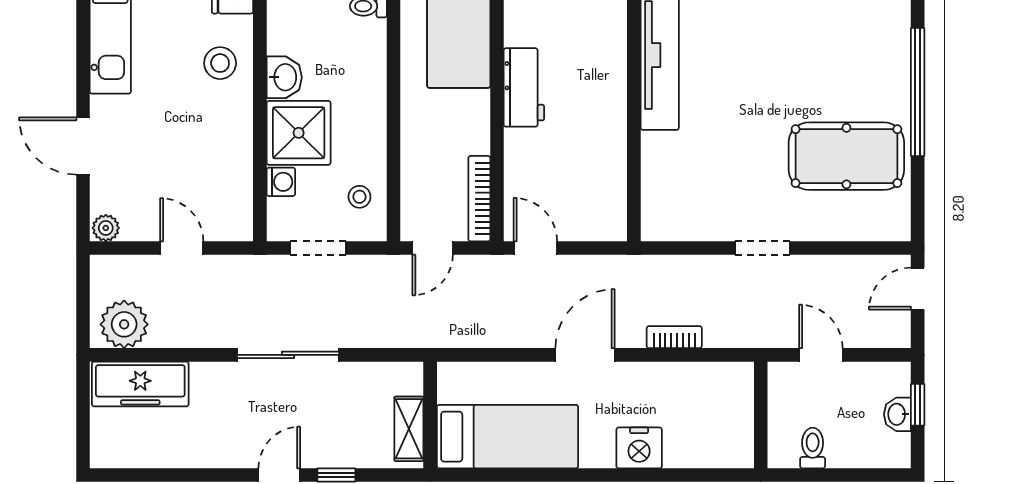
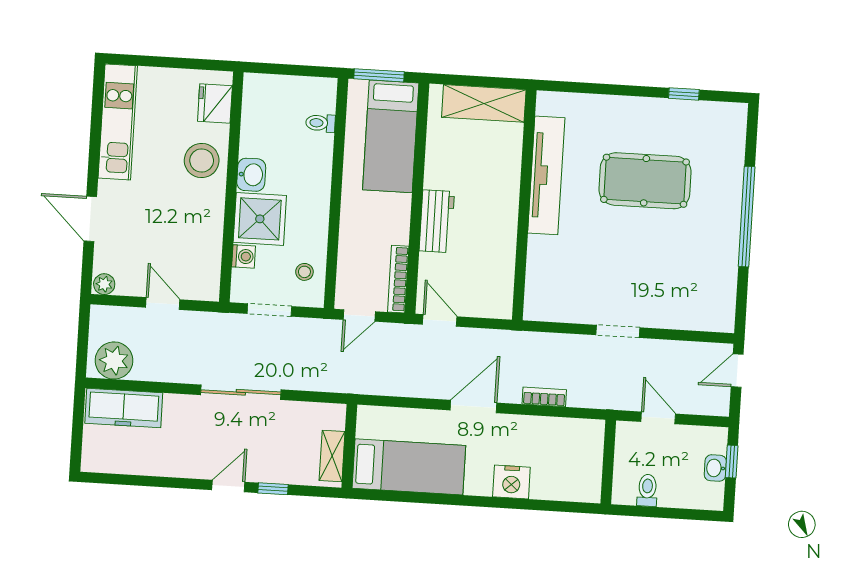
stool: (220, 63) -> (202, 160), width x1.38, depth x1.38
workbench: (524, 87) -> (437, 221), moved
pool table: (846, 156) -> (645, 181), moved

